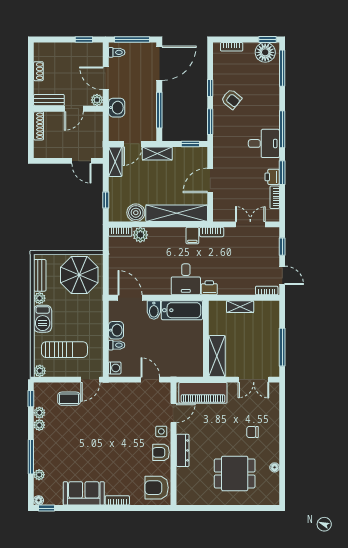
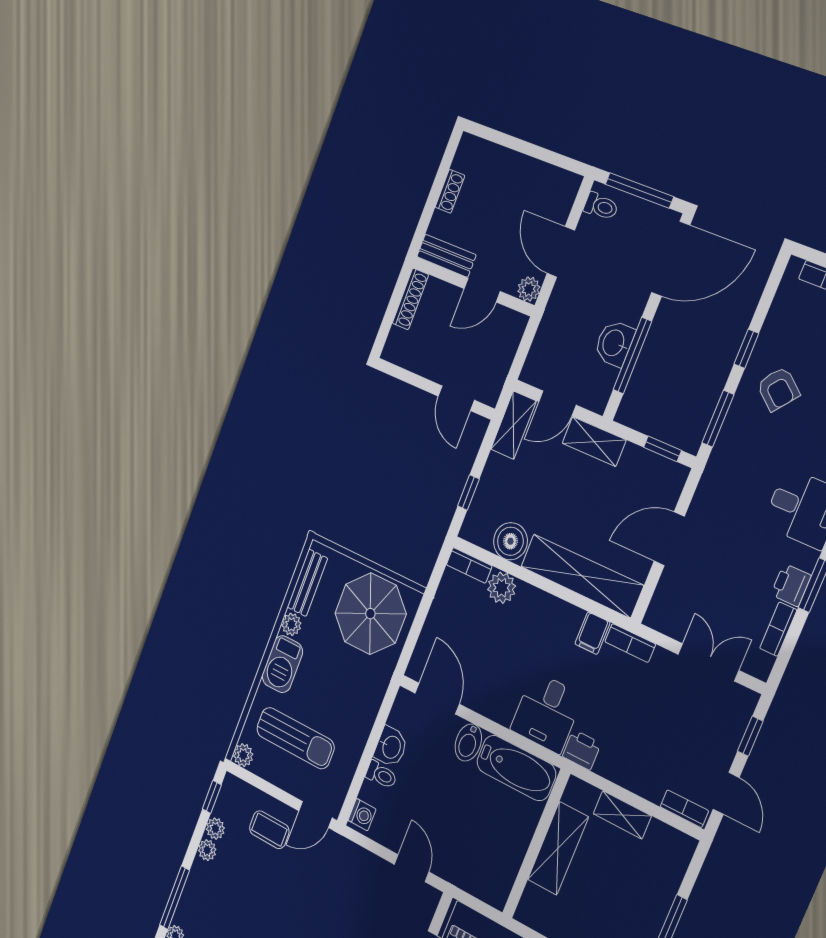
window: (84, 40) -> (552, 158), removed
washbasin: (117, 108) -> (614, 343), moved, turned 180
shelving: (217, 356) -> (558, 848), moved

